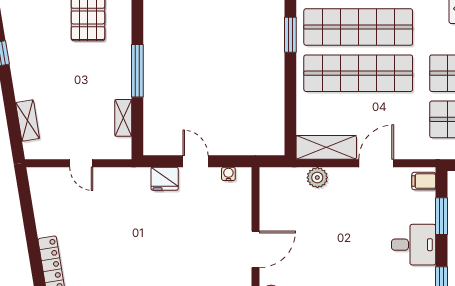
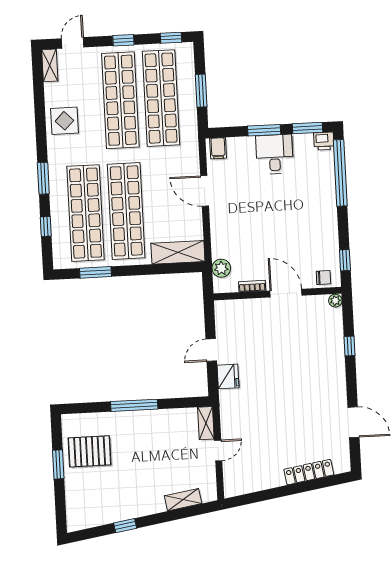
shelving: (123, 118) -> (206, 423), moved, turned 90
shelving: (326, 147) -> (178, 252), moved, turned 90
water cooler: (228, 174) -> (221, 320), removed
plant: (317, 178) -> (221, 268), moved
bookcase: (265, 211) -> (252, 286), added
window: (441, 216) -> (264, 130), moved

